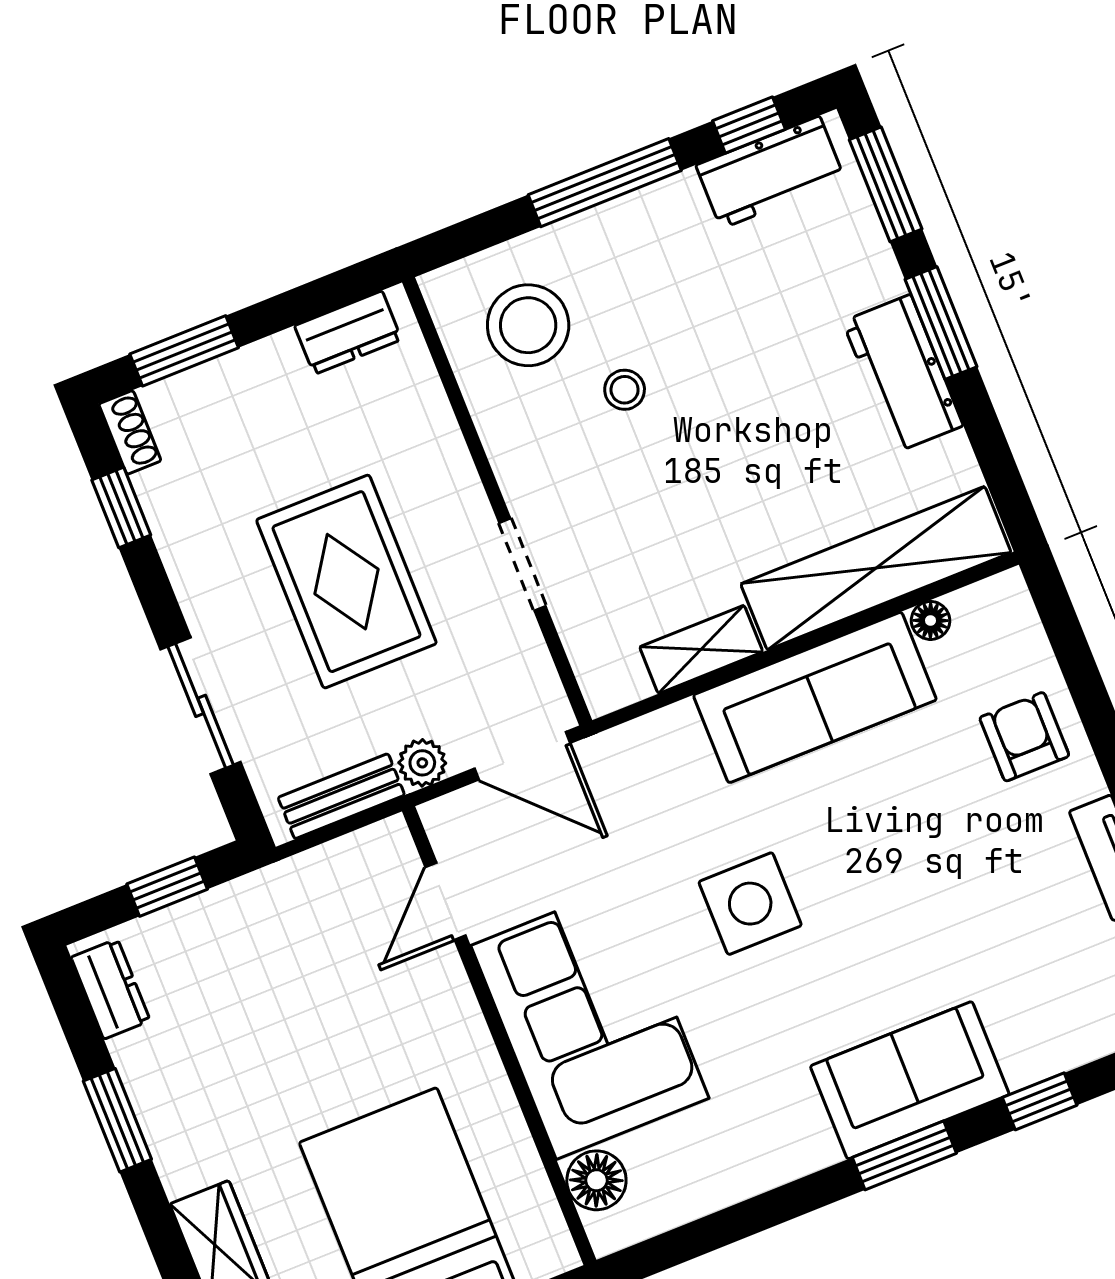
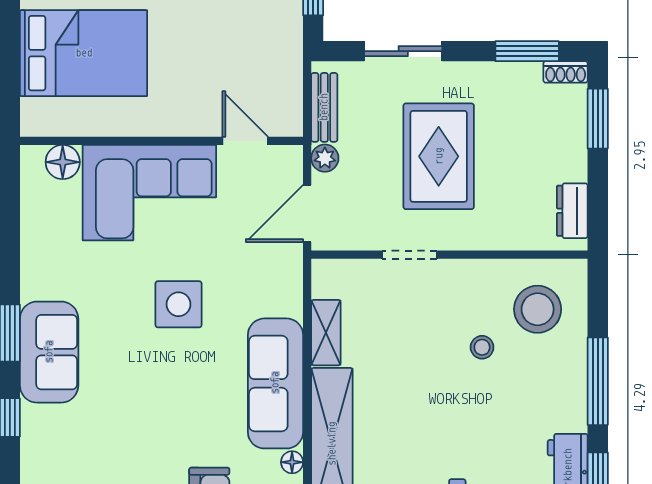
window: (121, 507) -> (527, 51), width x1.50
rug: (346, 582) -> (439, 156), turned 90

